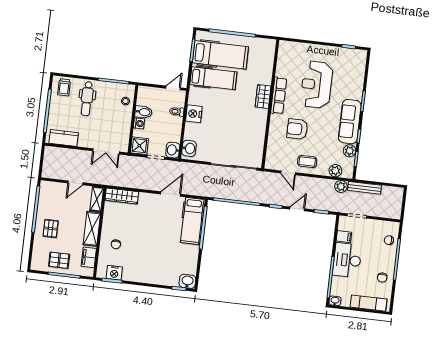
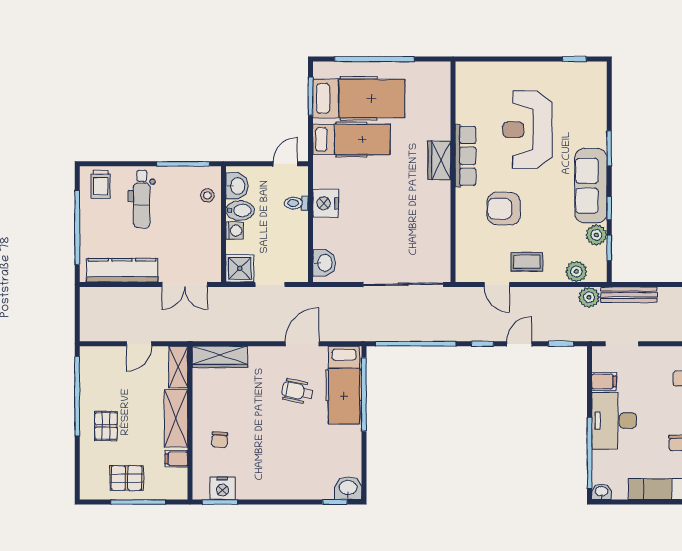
kitchen counter: (64, 138) -> (122, 270), width x1.50
washbasin: (173, 150) -> (237, 186), moved, turned 180
wheelchair: (164, 221) -> (297, 391), added
filing cabinet: (89, 257) -> (176, 459), width x0.50

